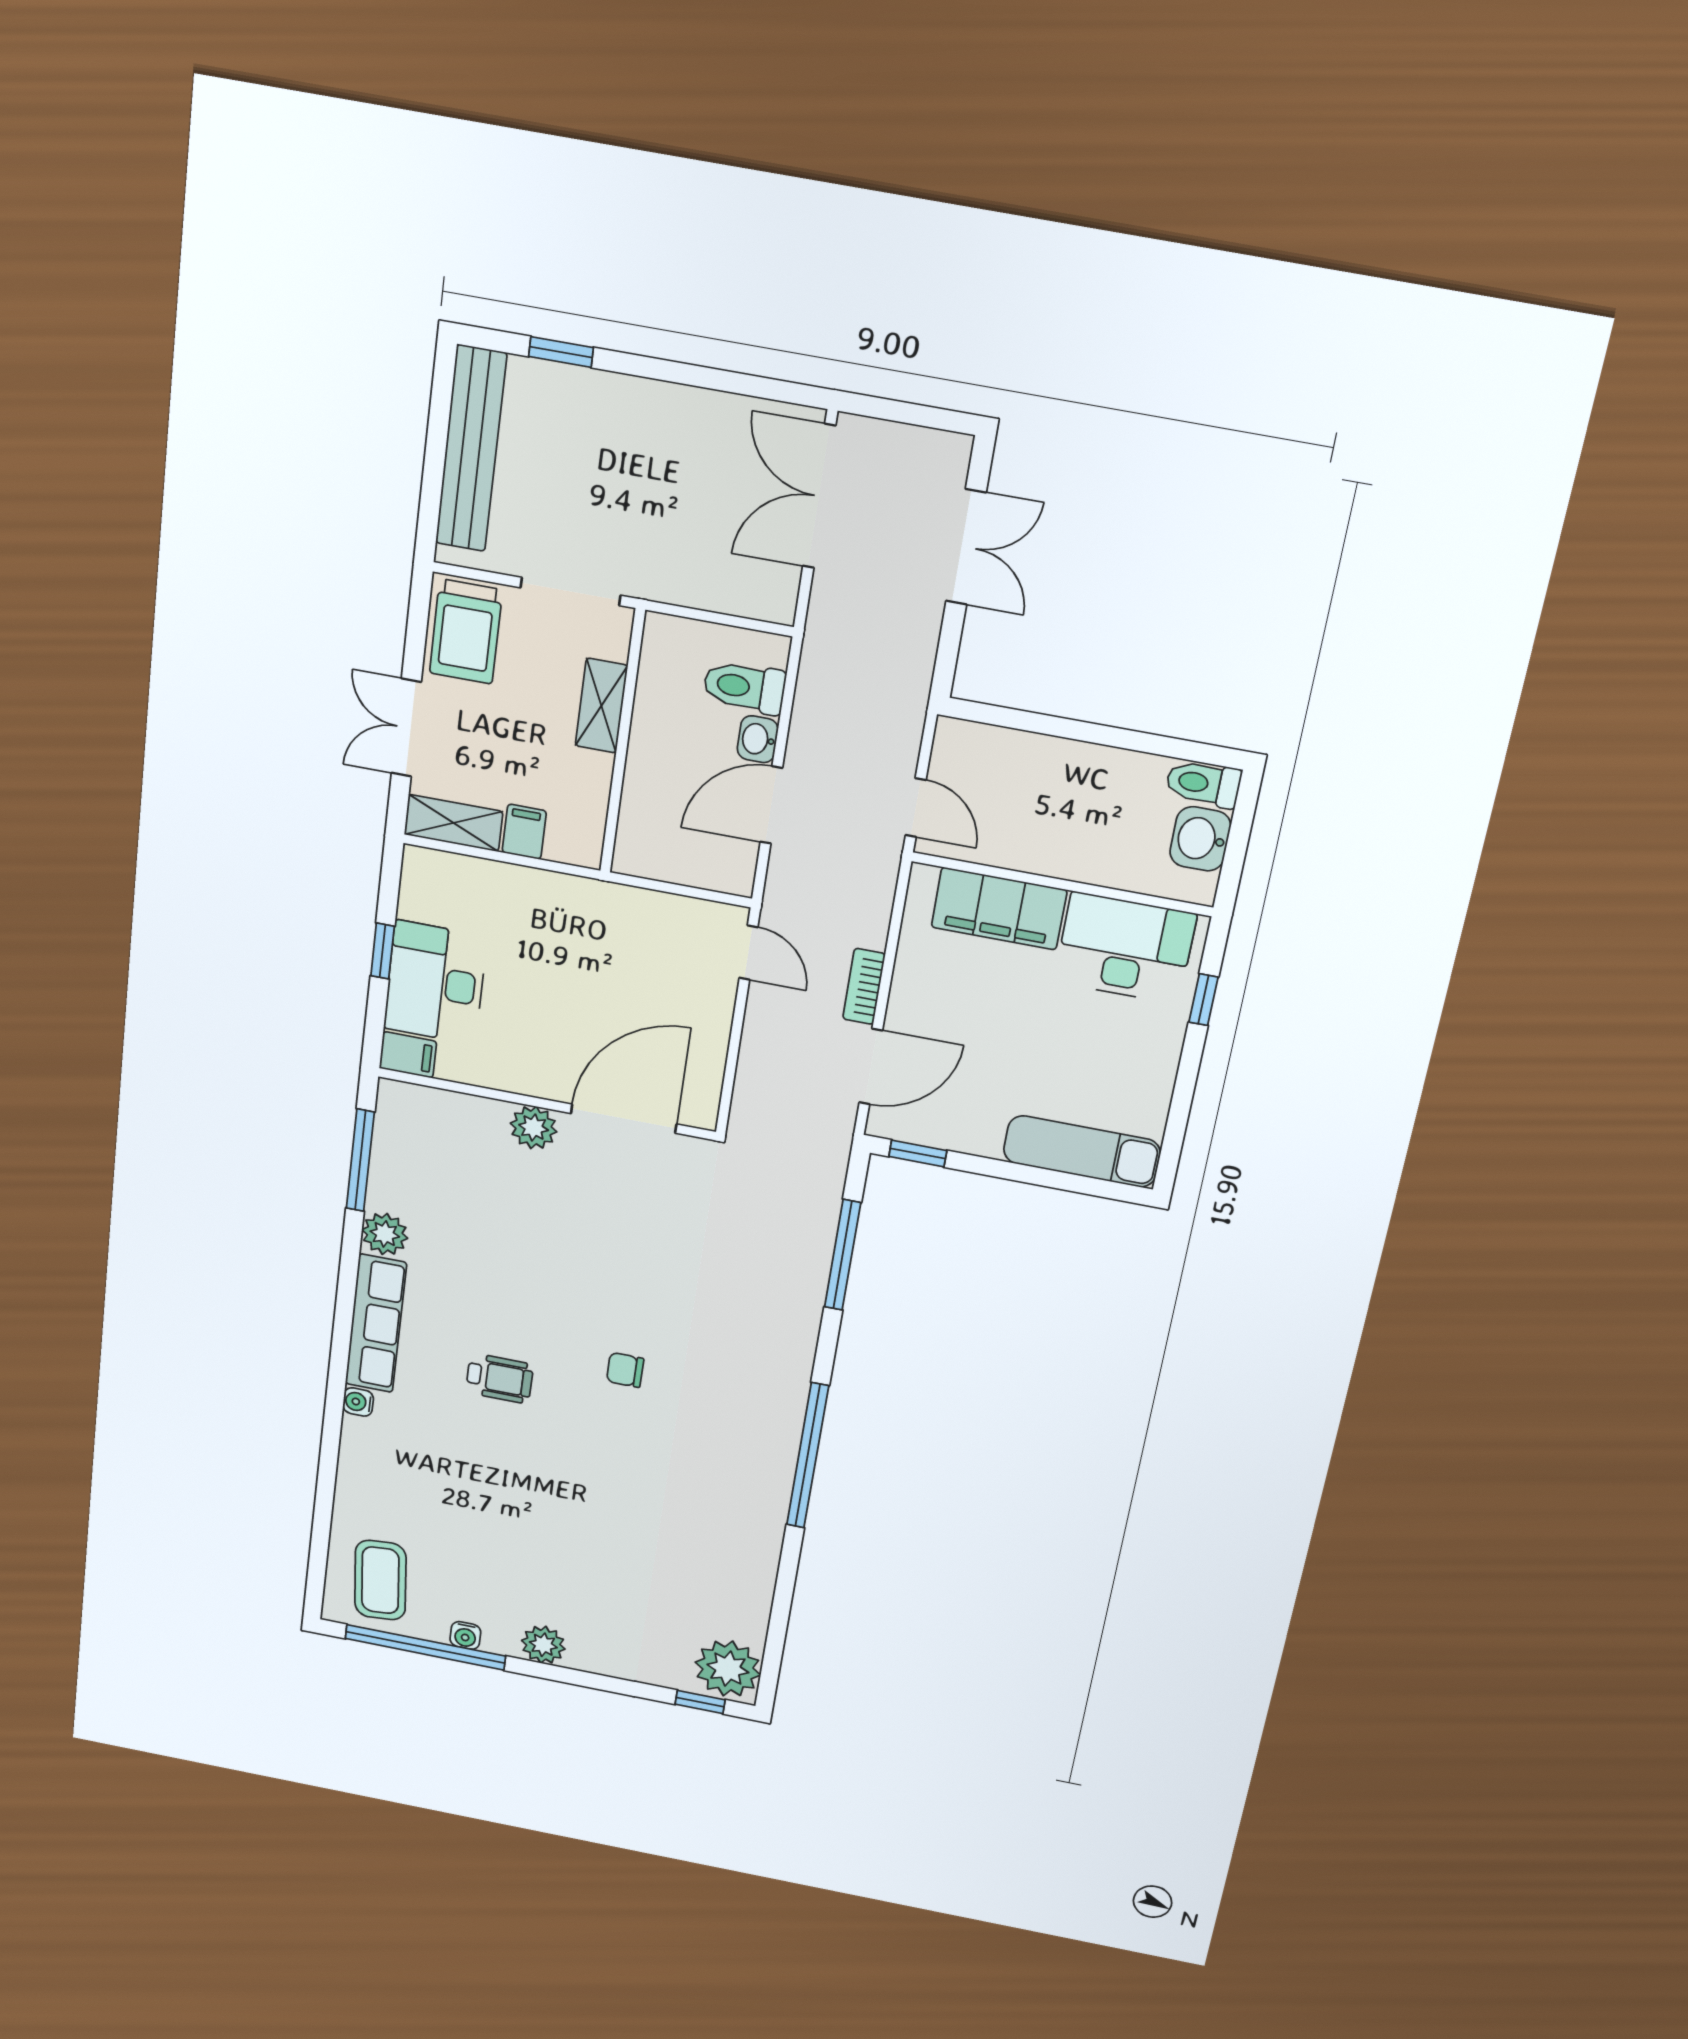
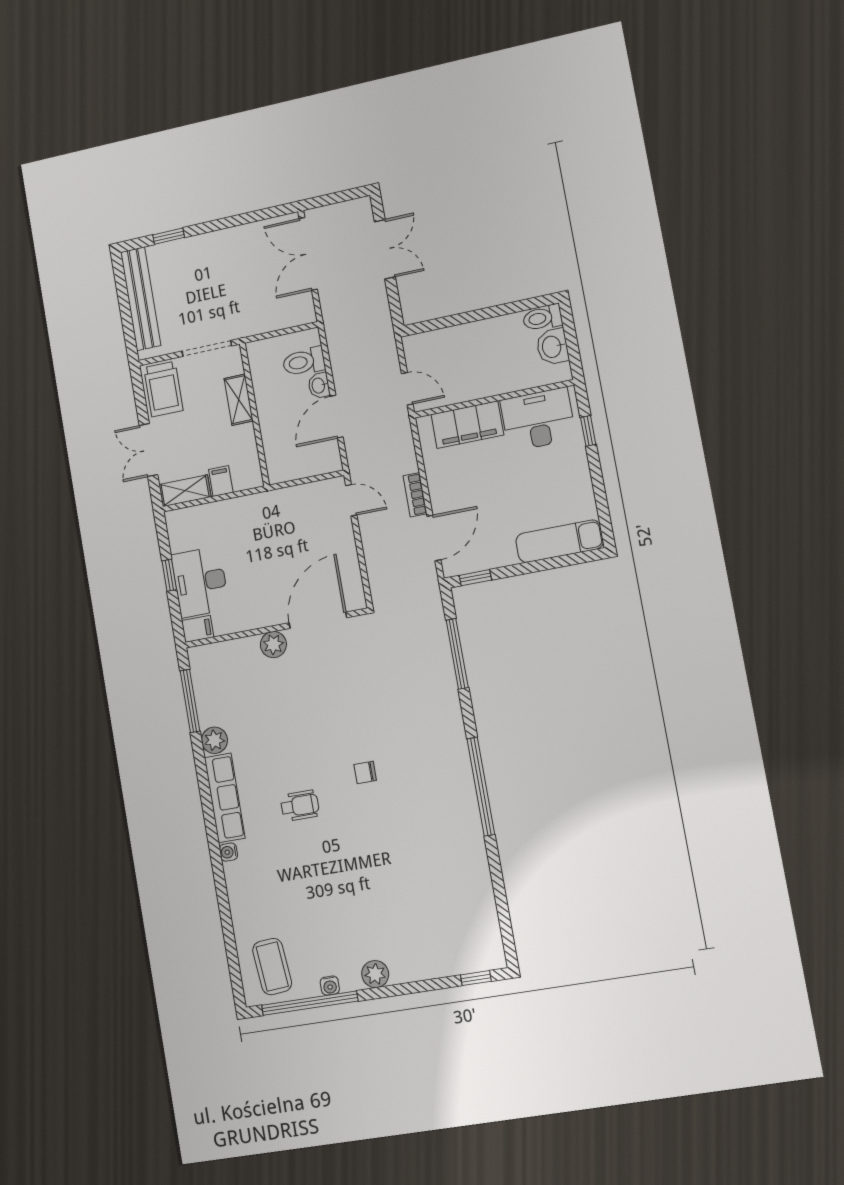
plant: (728, 1669) -> (484, 948), removed

